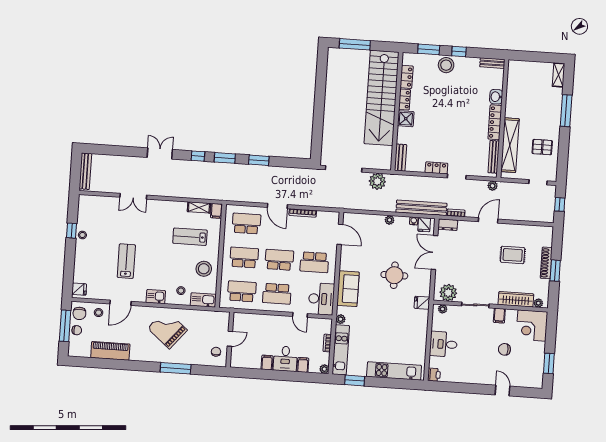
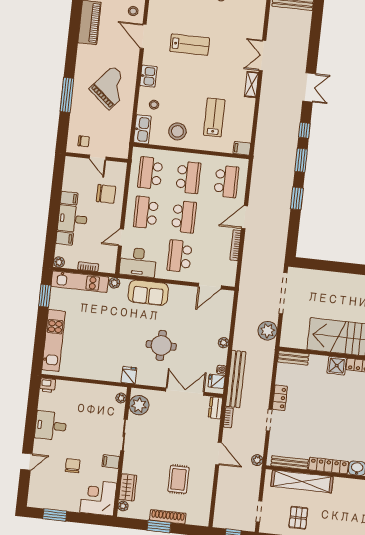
shelving: (199, 207) -> (252, 85), moved
school desk: (242, 291) -> (150, 173), turned 180
wardrobe: (516, 299) -> (128, 487), width x0.67
chair: (262, 330) -> (106, 194), added
desk: (443, 344) -> (51, 426), moved, turned -90

